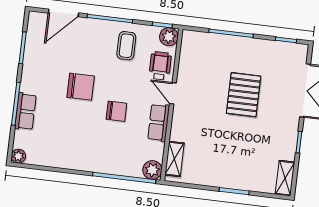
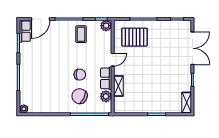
wheelchair: (160, 66) -> (103, 44), removed
chair: (81, 87) -> (80, 96), moved, turned -153
door: (173, 93) -> (113, 60), swing flipped
pallet: (244, 95) -> (135, 37), moved, turned 90
row of seats: (25, 111) -> (25, 31), moved
shelving: (174, 159) -> (118, 86), moved
plant: (152, 170) -> (106, 96), moved

